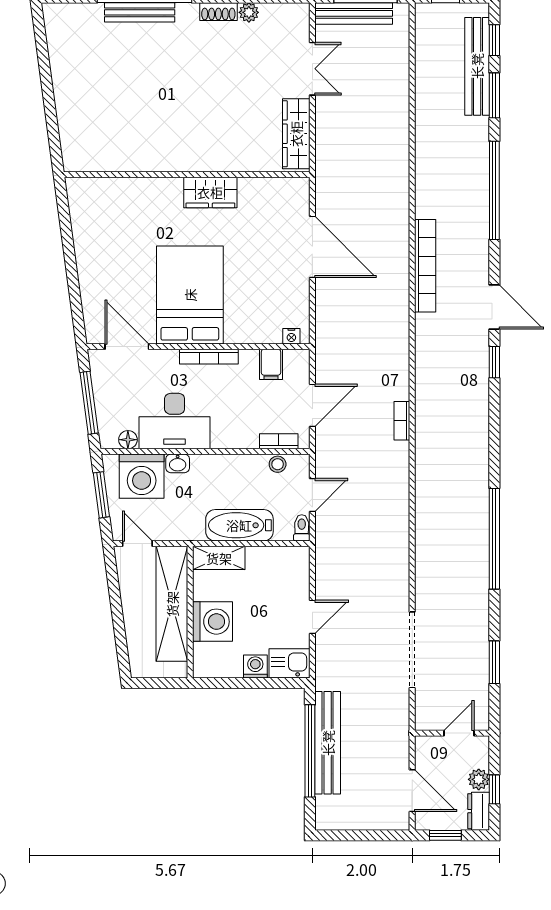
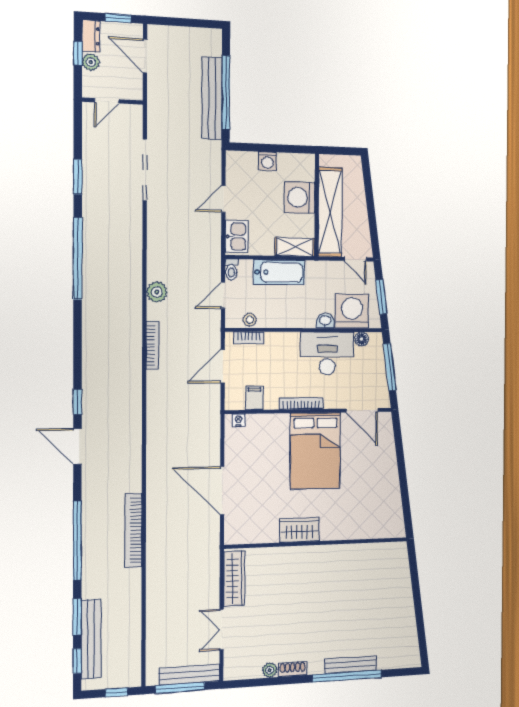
bookcase: (425, 266) -> (133, 531), moved
bookcase: (402, 421) -> (152, 345), width x1.56
plant: (396, 498) -> (157, 292), added
window: (494, 662) -> (78, 177), moved
kitchen sink: (289, 663) -> (237, 236), moved, turned -90

